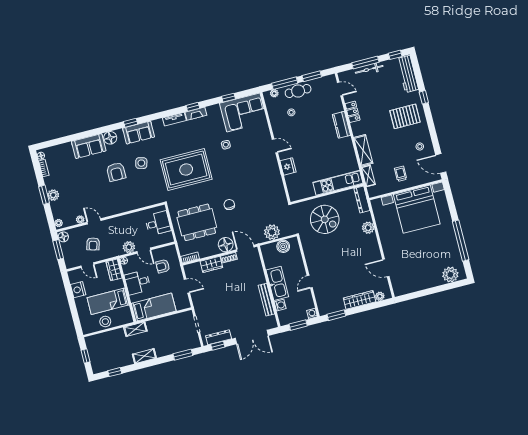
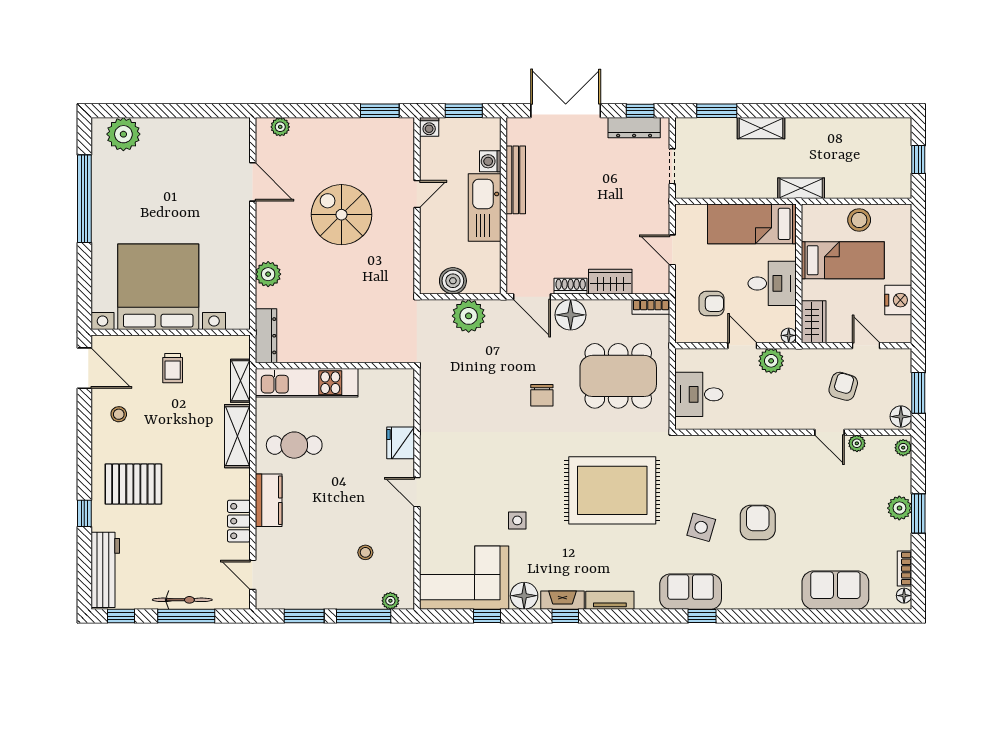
cafe table: (298, 91) -> (294, 445), moved
floor lamp: (110, 138) -> (524, 596), moved
sofa: (89, 146) -> (835, 590), moved
spiral stairs: (325, 219) -> (341, 215), moved
wardrobe: (360, 300) -> (324, 130), removed
shelving: (144, 356) -> (761, 128), moved
window: (115, 372) -> (866, 111), removed

